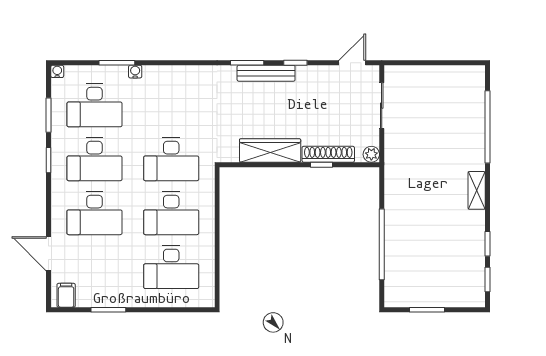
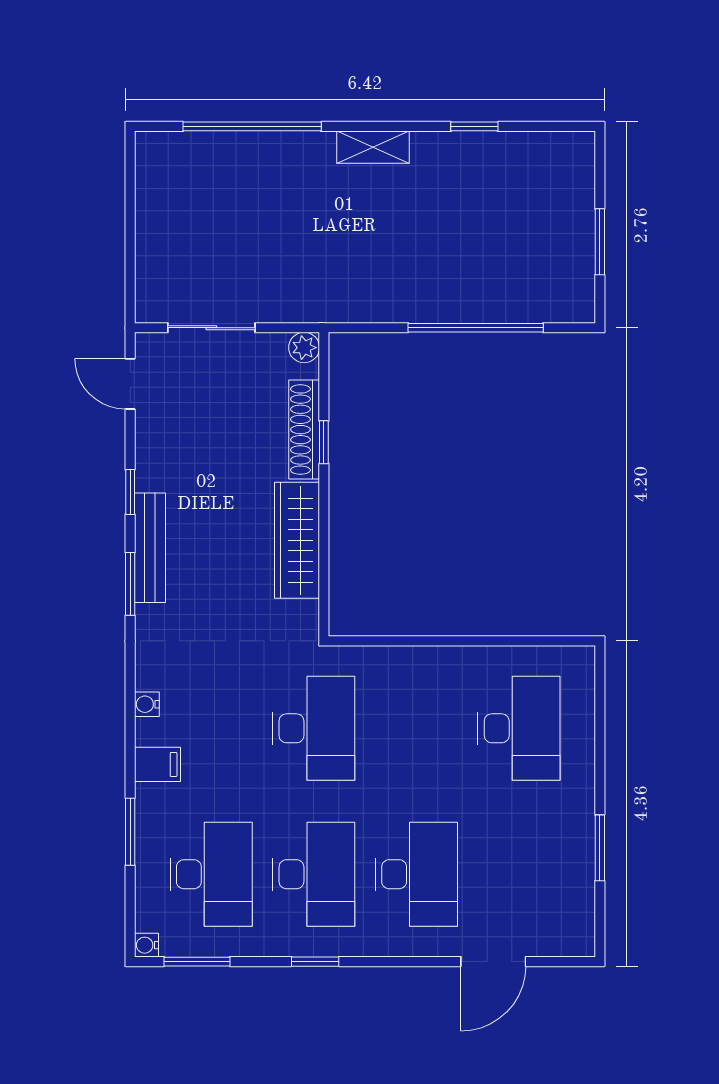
water cooler: (135, 72) -> (147, 704), moved
window: (49, 115) -> (197, 962), moved
desk: (171, 213) -> (416, 728), removed
window: (488, 279) -> (542, 126), removed
filing cabinet: (66, 295) -> (157, 764), moved, turned 180

